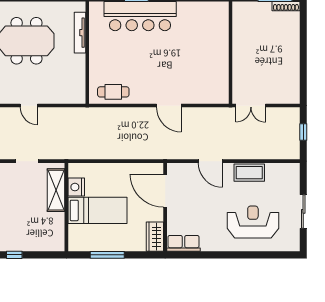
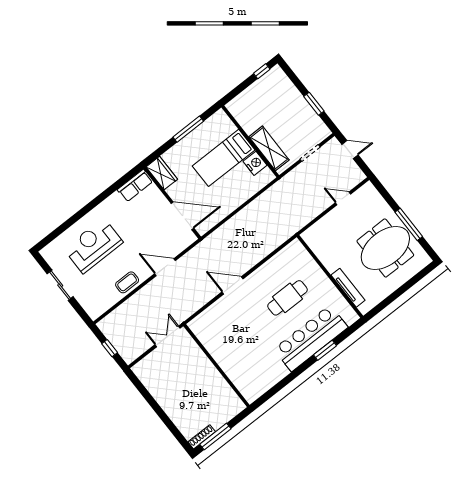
cafe table: (113, 92) -> (287, 298), moved, width x1.37, depth x1.35
coffee table: (249, 173) -> (127, 282), width x0.73, depth x0.77
reception desk: (253, 222) -> (93, 246), turned 180

